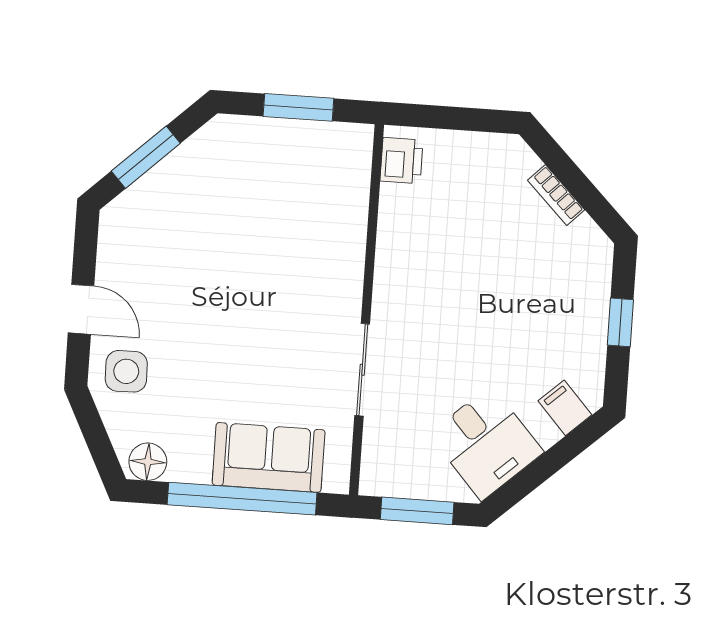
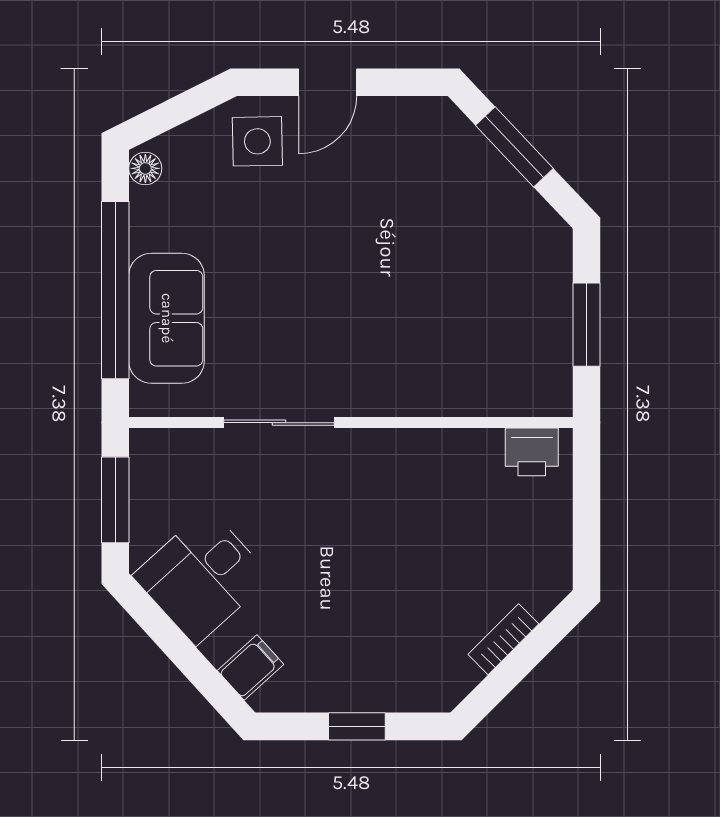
floor lamp: (148, 462) -> (145, 168), width x0.73, depth x0.73

